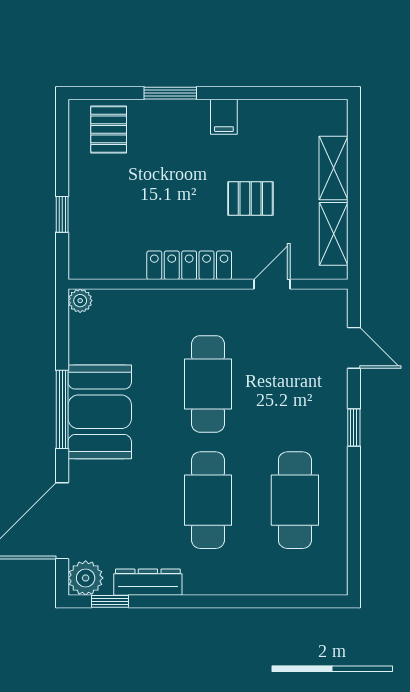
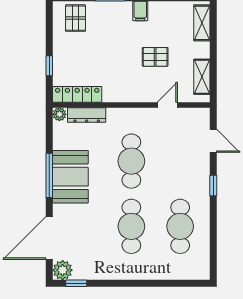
shelving: (333, 168) -> (202, 23), moved
locker: (189, 265) -> (77, 94), moved
dresser: (148, 582) -> (87, 115), moved, turned 180

